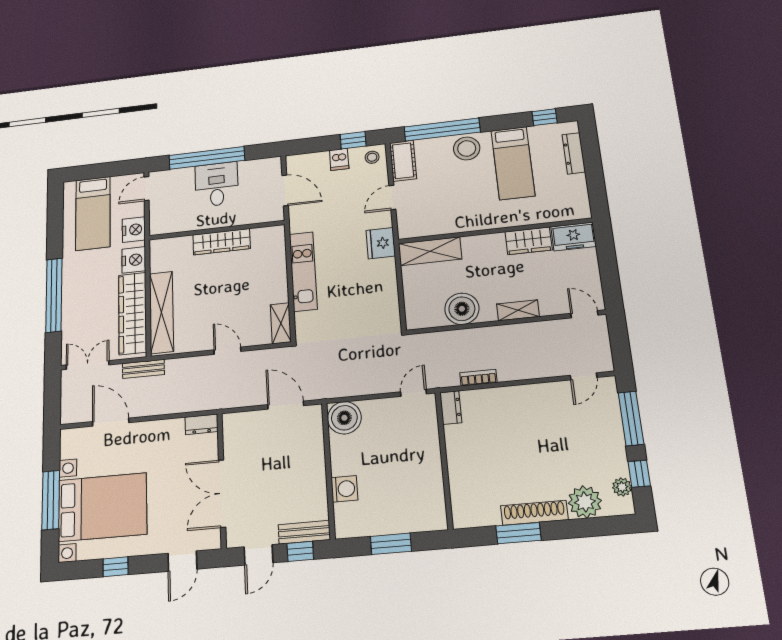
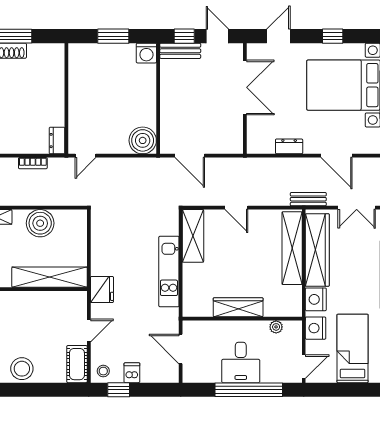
window: (442, 130) -> (41, 390), removed
plant: (178, 226) -> (276, 327), added
shelving: (430, 251) -> (49, 277), width x1.47
shelving: (281, 323) -> (193, 236), width x1.50, depth x1.33
dresser: (201, 424) -> (289, 146), moved
washing machine: (344, 489) -> (146, 53), moved, turned -90
door: (258, 555) -> (217, 36), hinge flipped

